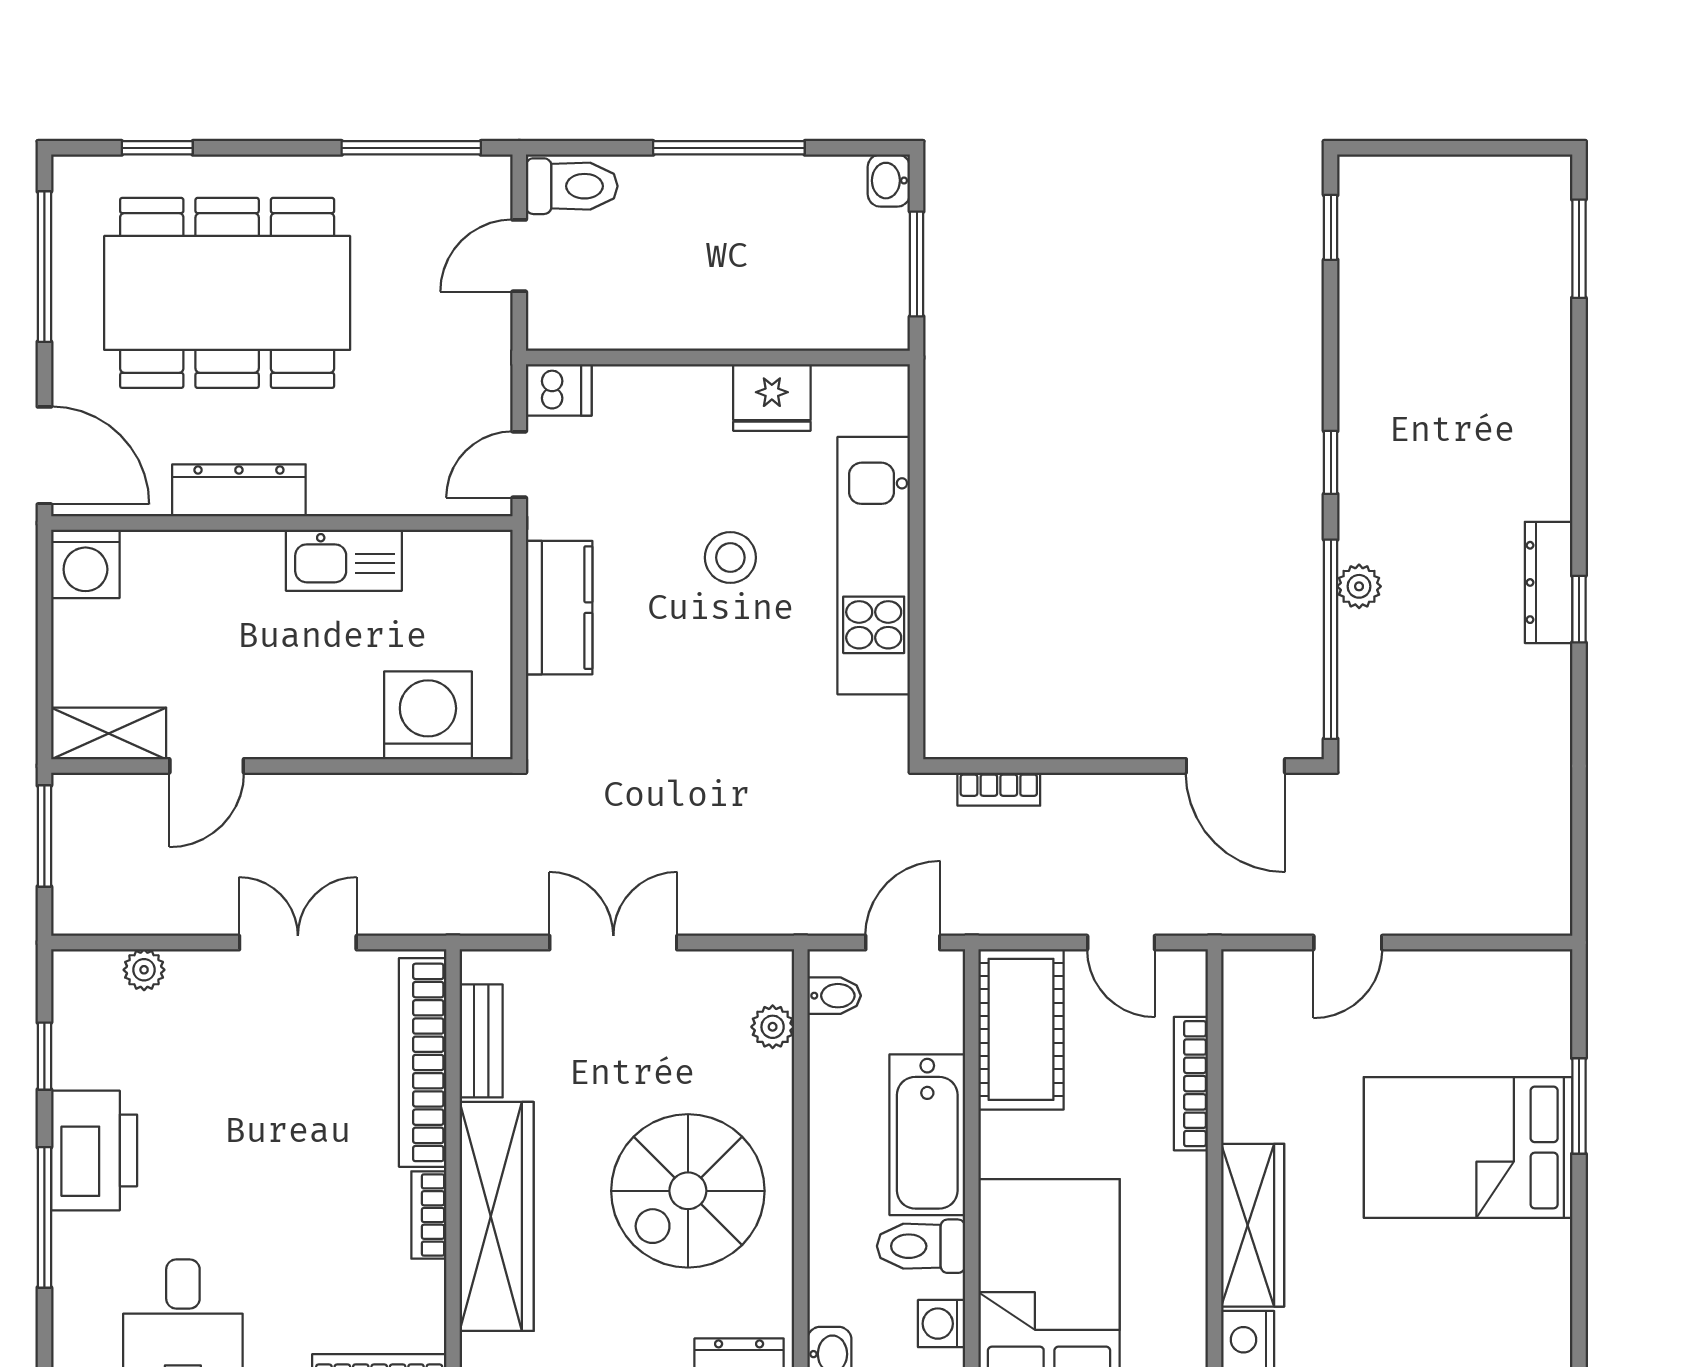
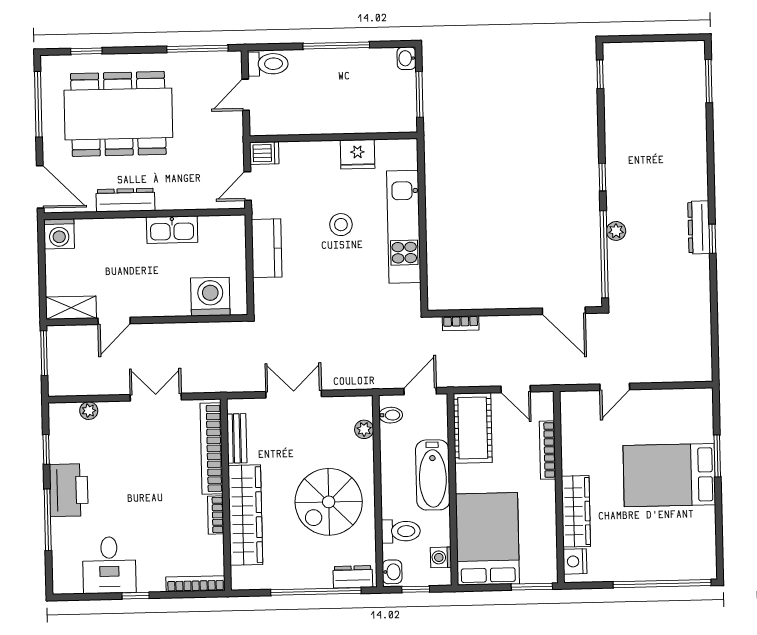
toilet: (921, 1246) -> (401, 531), moved, turned 180

